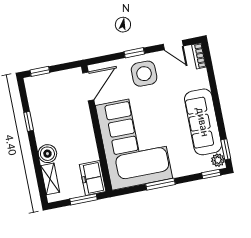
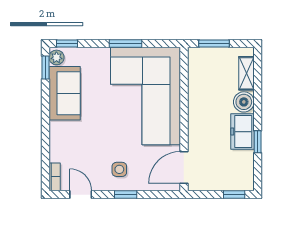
side table: (144, 74) -> (119, 169), width x0.54, depth x0.54
sofa: (203, 122) -> (65, 93), width x0.73
freezer: (93, 178) -> (242, 132), moved, turned 180

